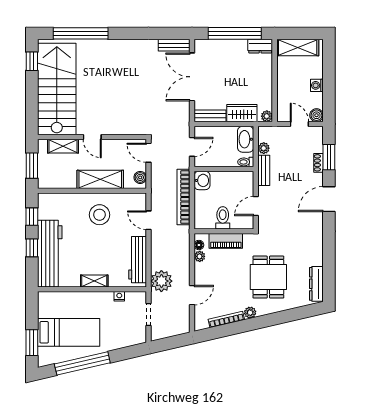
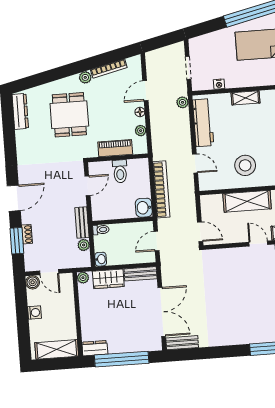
washbasin: (246, 139) -> (101, 259), width x0.52, depth x0.69
boiler: (140, 177) -> (207, 206), removed
floor lamp: (199, 245) -> (140, 112), moved
plant: (161, 281) -> (183, 102), width x0.53, depth x0.53

